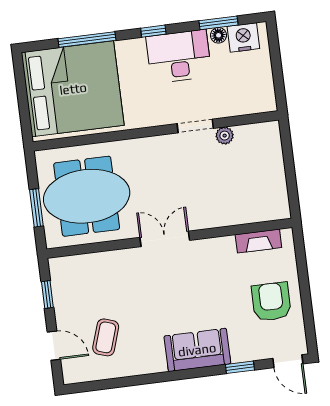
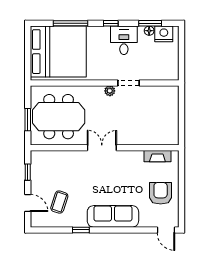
desk: (179, 56) -> (124, 40), width x0.73
plant: (225, 136) -> (110, 91), moved
sofa: (197, 350) -> (113, 216), width x1.36
window: (240, 367) -> (81, 230), moved

